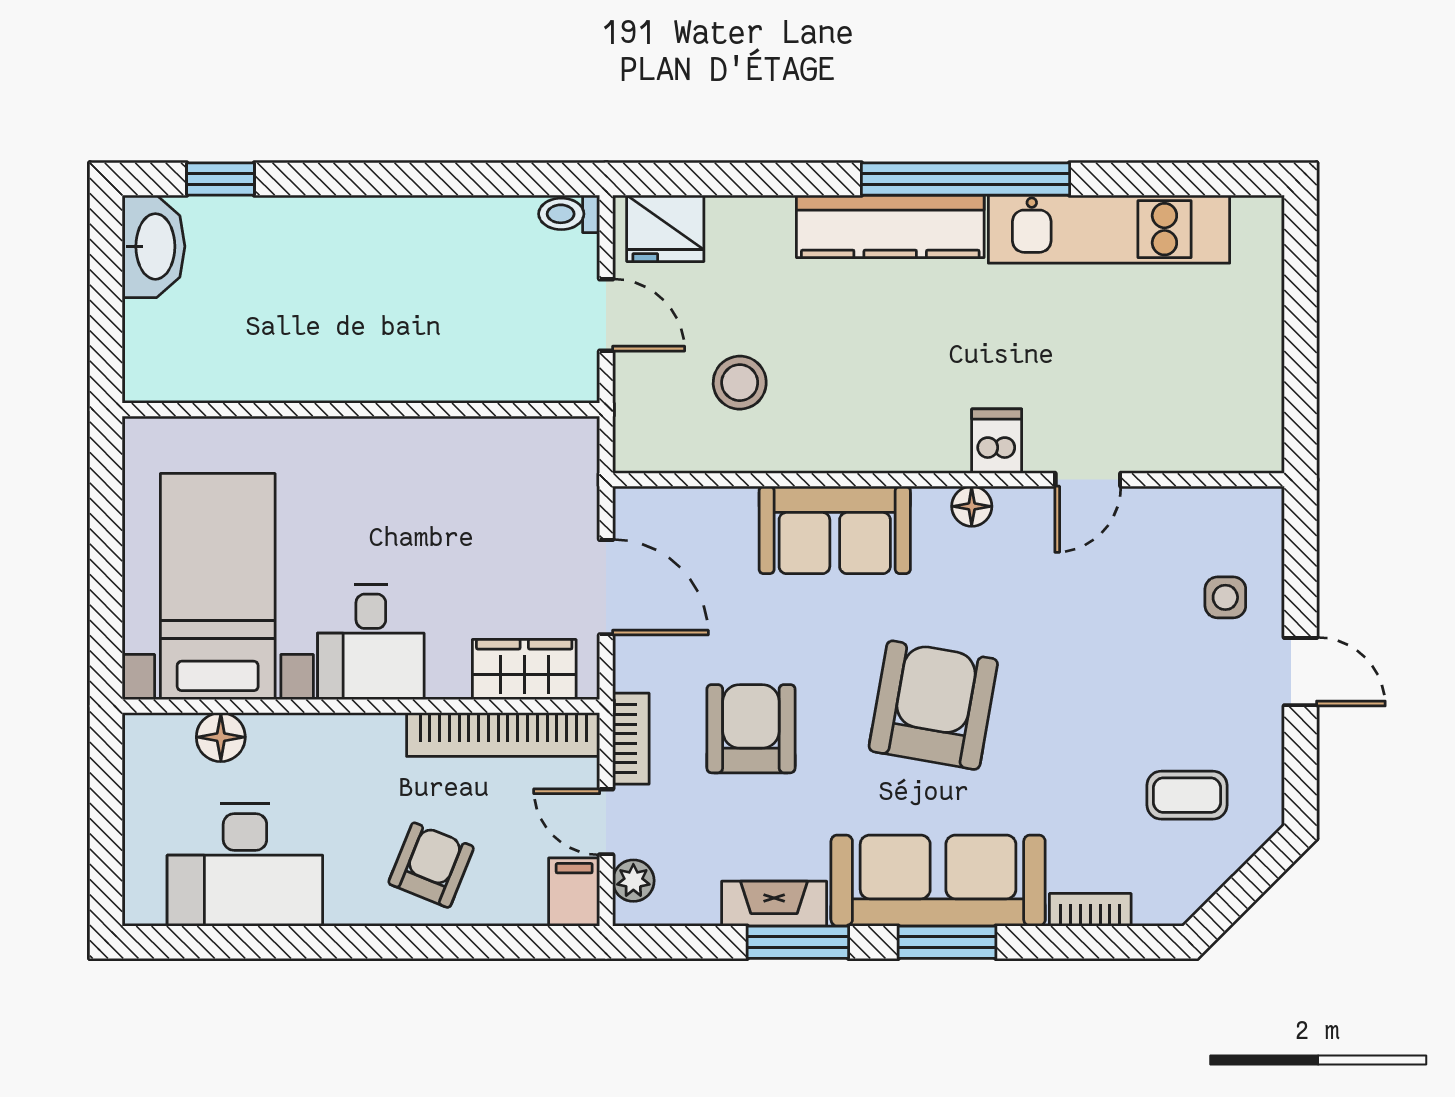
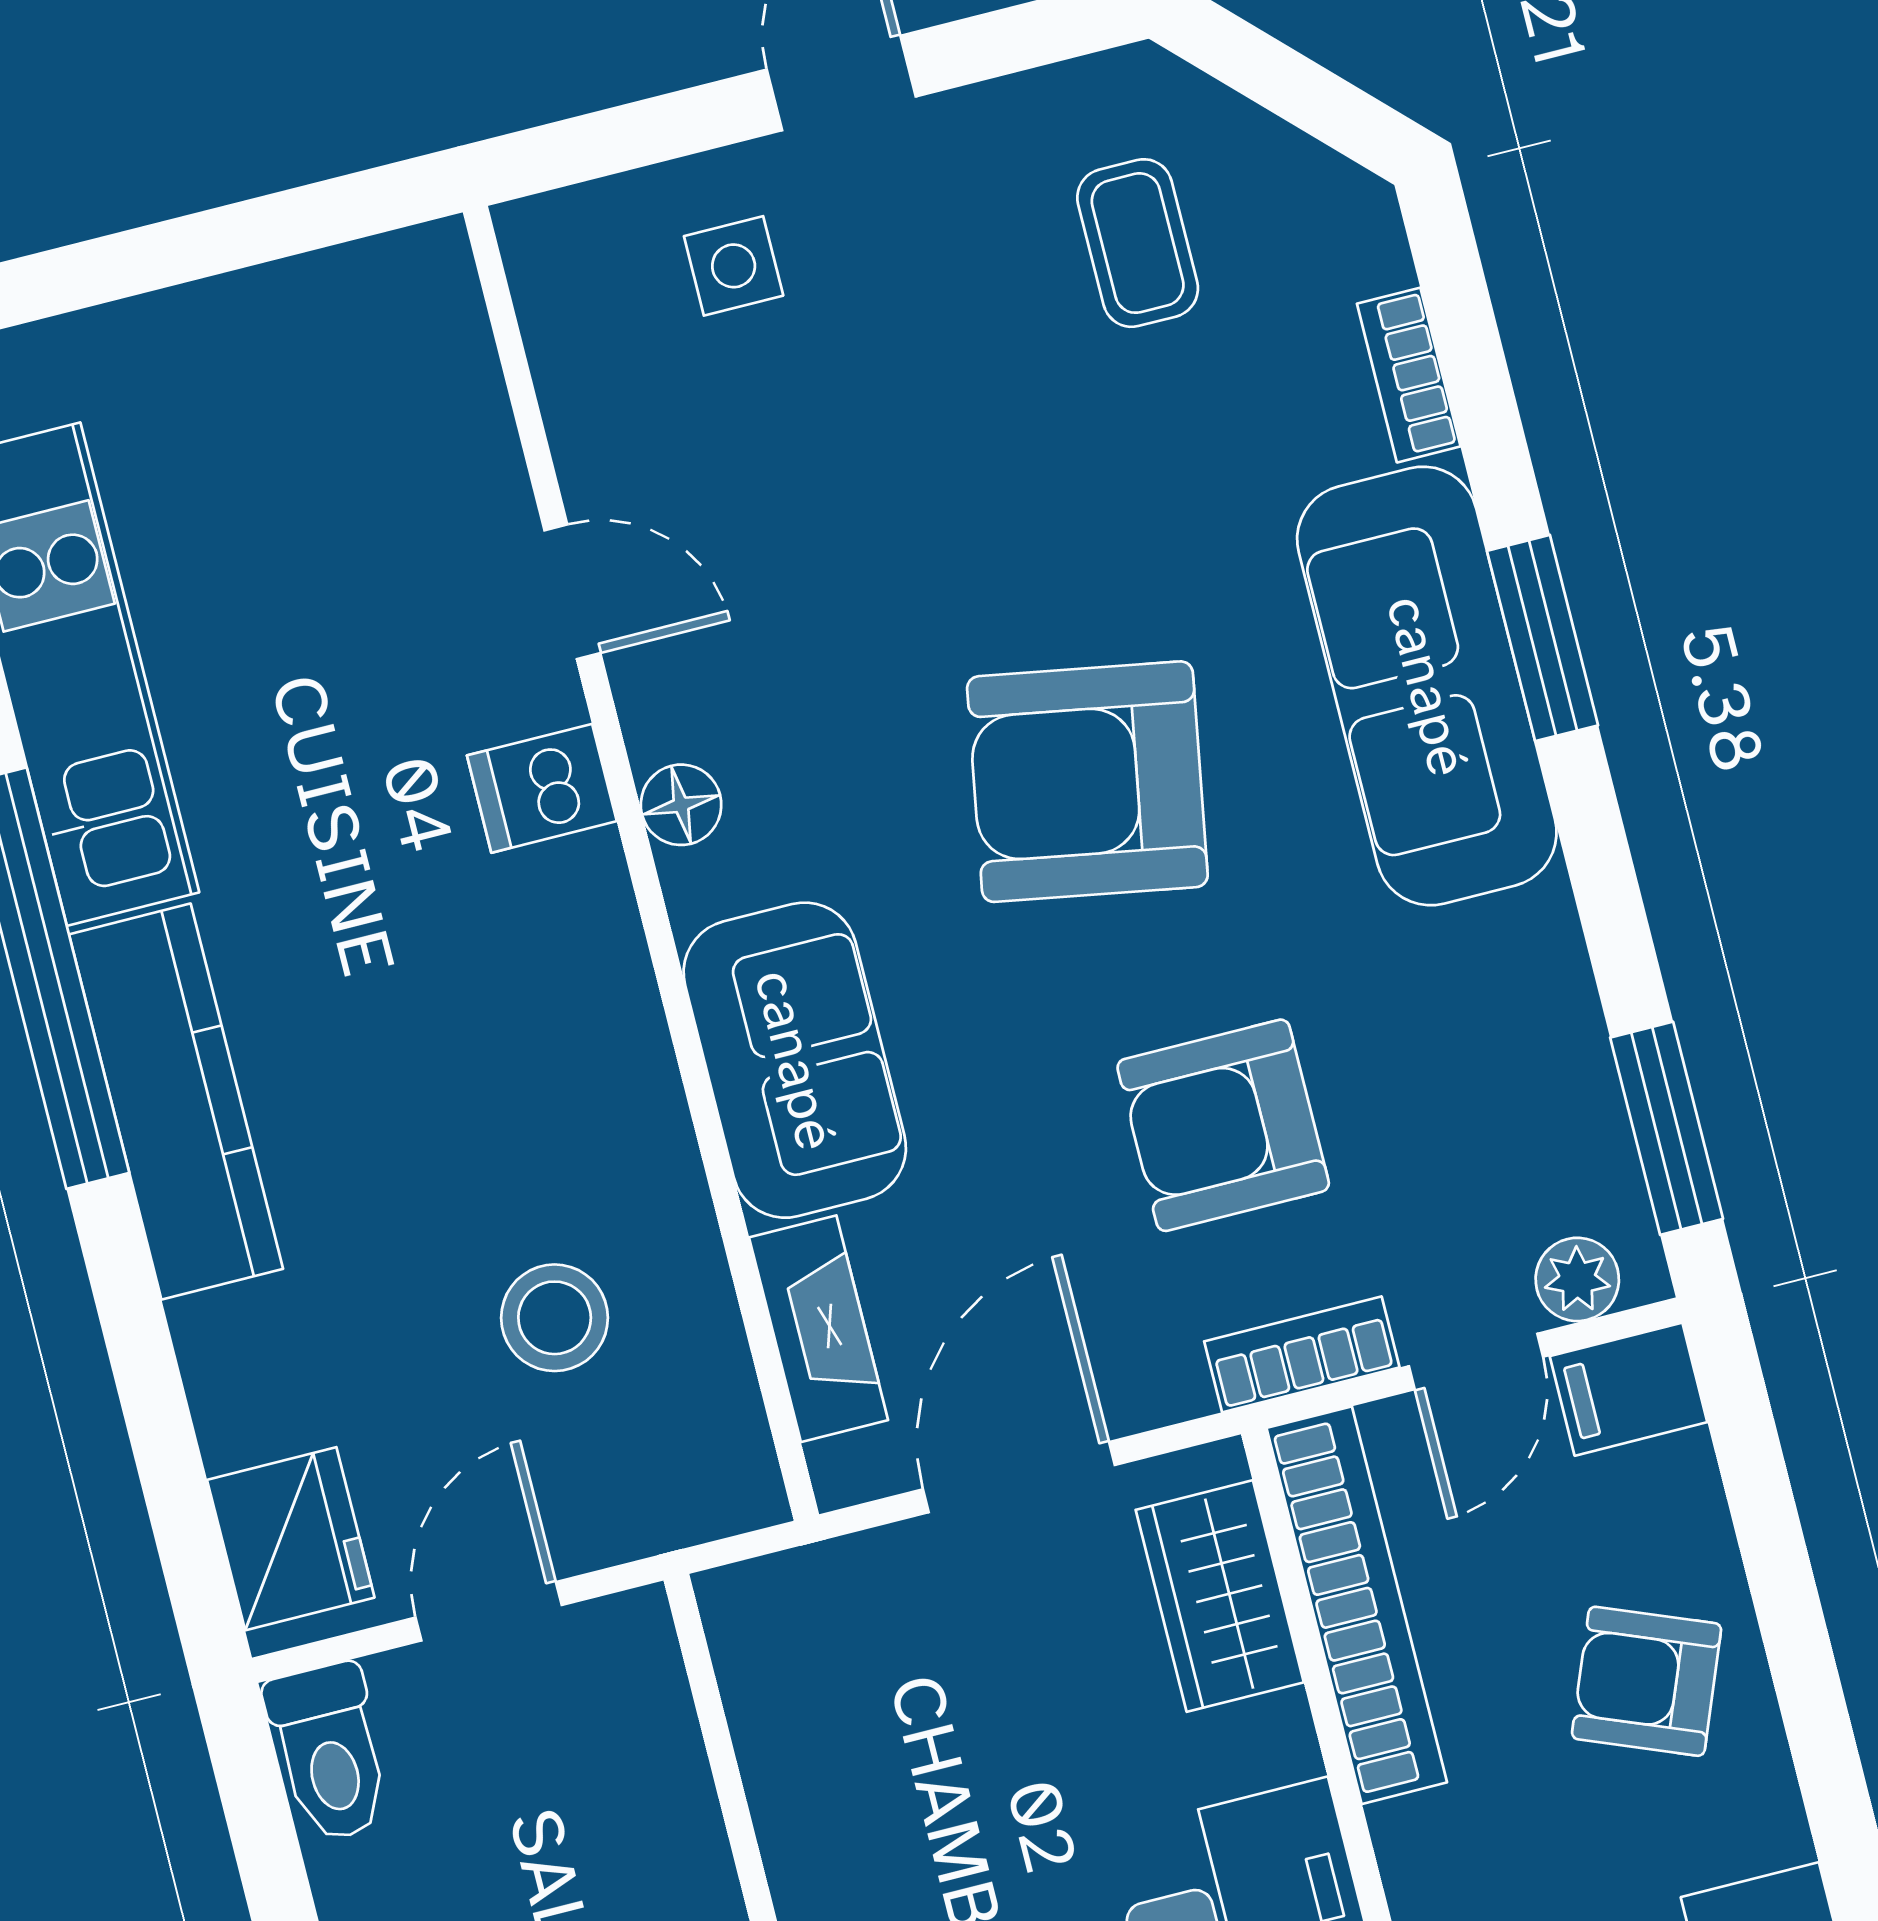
toilet: (569, 214) -> (329, 1753), width x1.37, depth x1.39
fireplace: (774, 904) -> (819, 1329), moved, turned 180
window: (798, 942) -> (1667, 1128), moved

